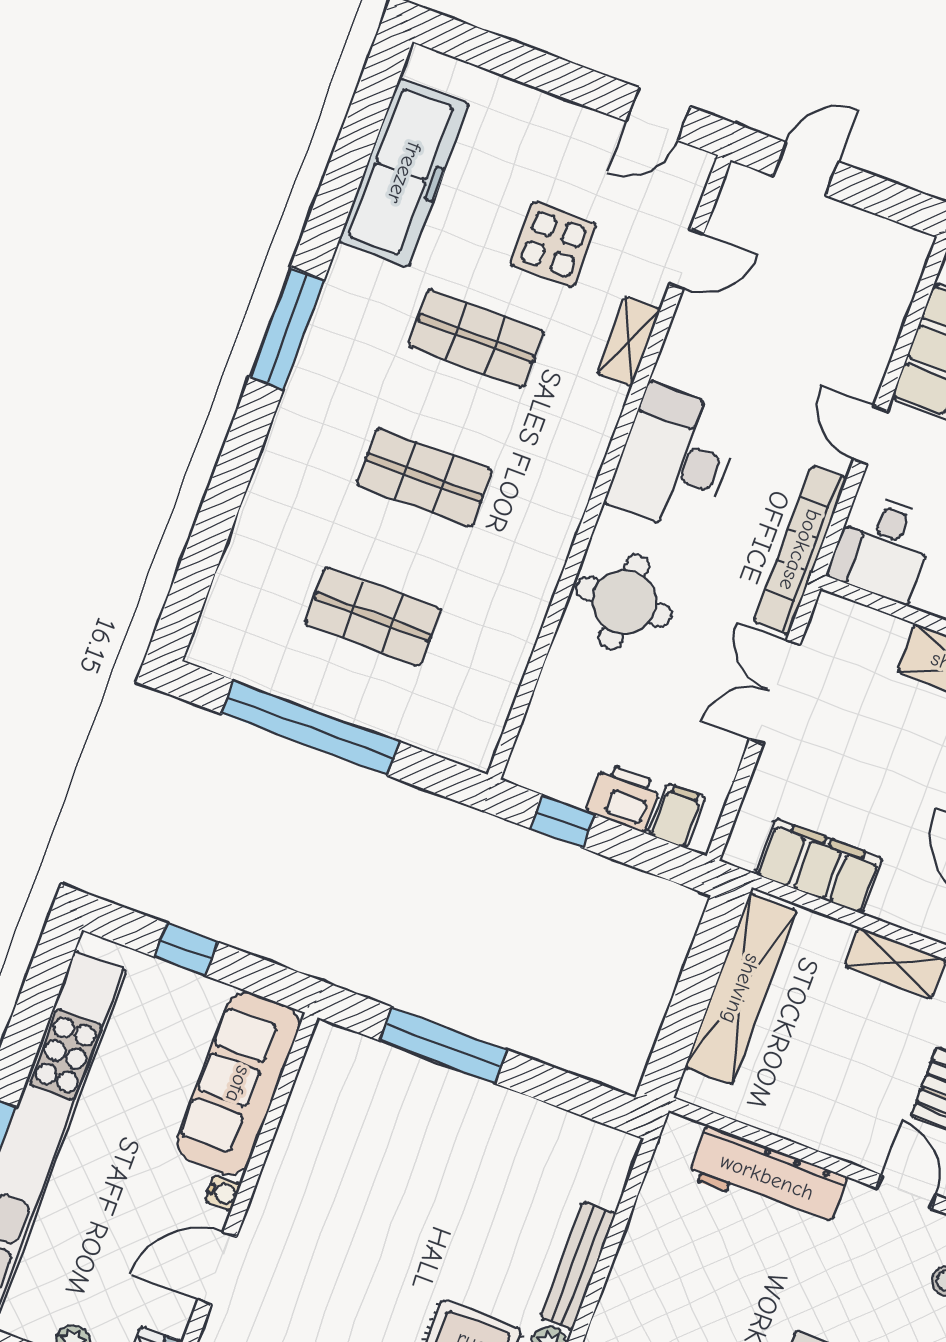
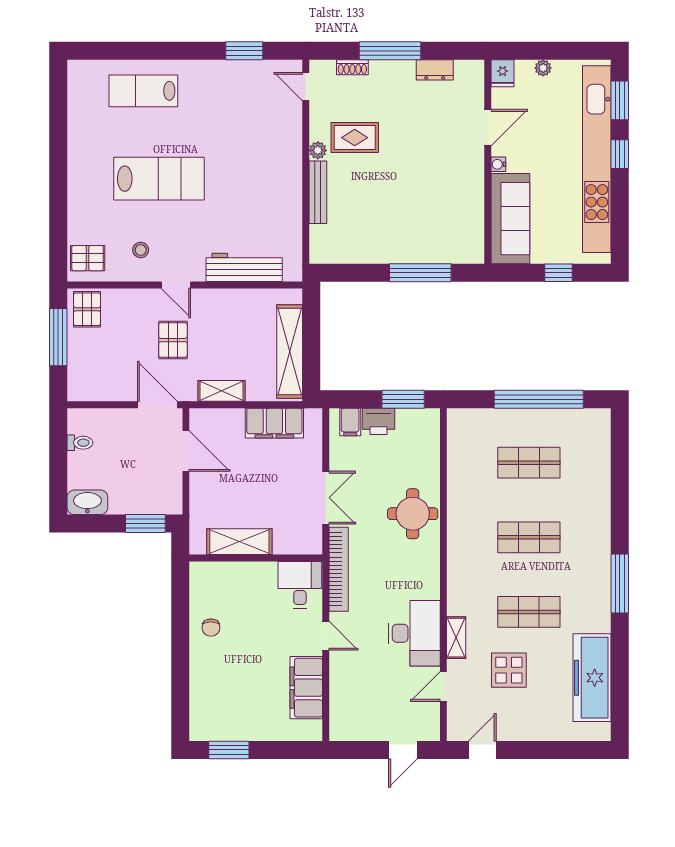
desk: (674, 459) -> (414, 633), moved
window: (563, 822) -> (403, 399), width x1.50

